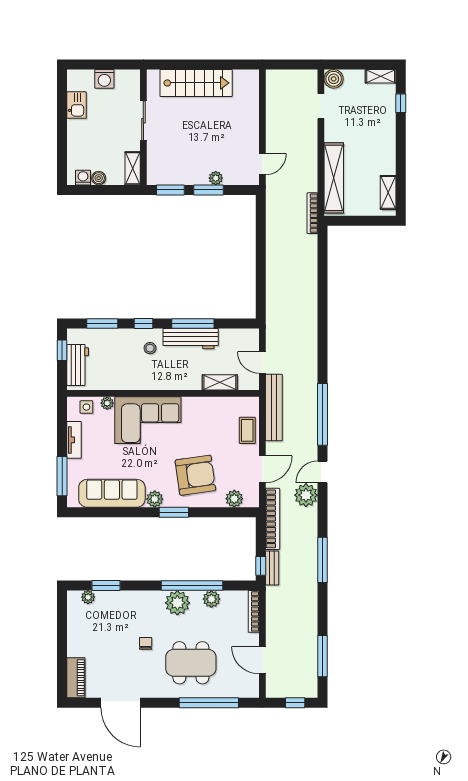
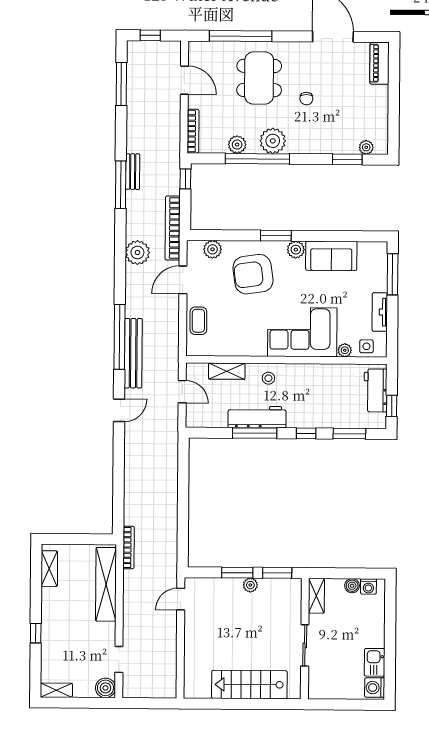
washing machine: (104, 79) -> (375, 688), moved, turned -90
window: (401, 103) -> (36, 633), moved
plant: (216, 178) -> (250, 585), moved
stool: (150, 348) -> (268, 378), moved
bench: (274, 408) -> (133, 353), moved
door: (323, 472) -> (119, 410), moved
sofa: (112, 493) -> (331, 256), width x0.73
bench: (272, 568) -> (133, 172), moved
dining table: (191, 663) -> (259, 78), turned 90

